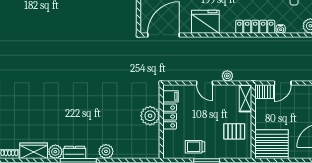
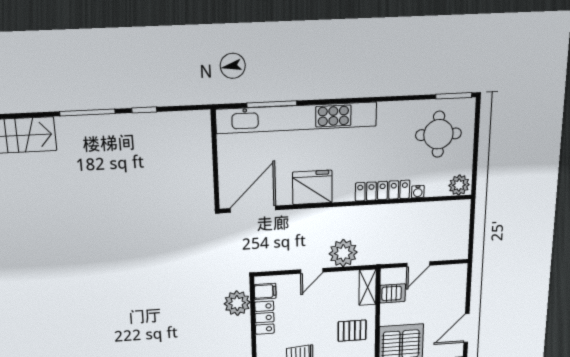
plant: (227, 76) -> (343, 253), width x1.88, depth x1.88
door: (205, 83) -> (312, 271), hinge flipped
server rack: (264, 92) -> (393, 293), moved
plant: (150, 116) -> (237, 303), moved

